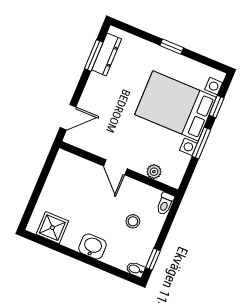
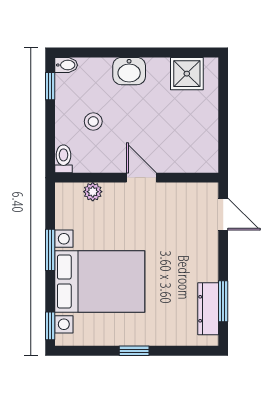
window: (217, 107) -> (50, 326), moved
door: (68, 117) -> (223, 214), swing flipped

